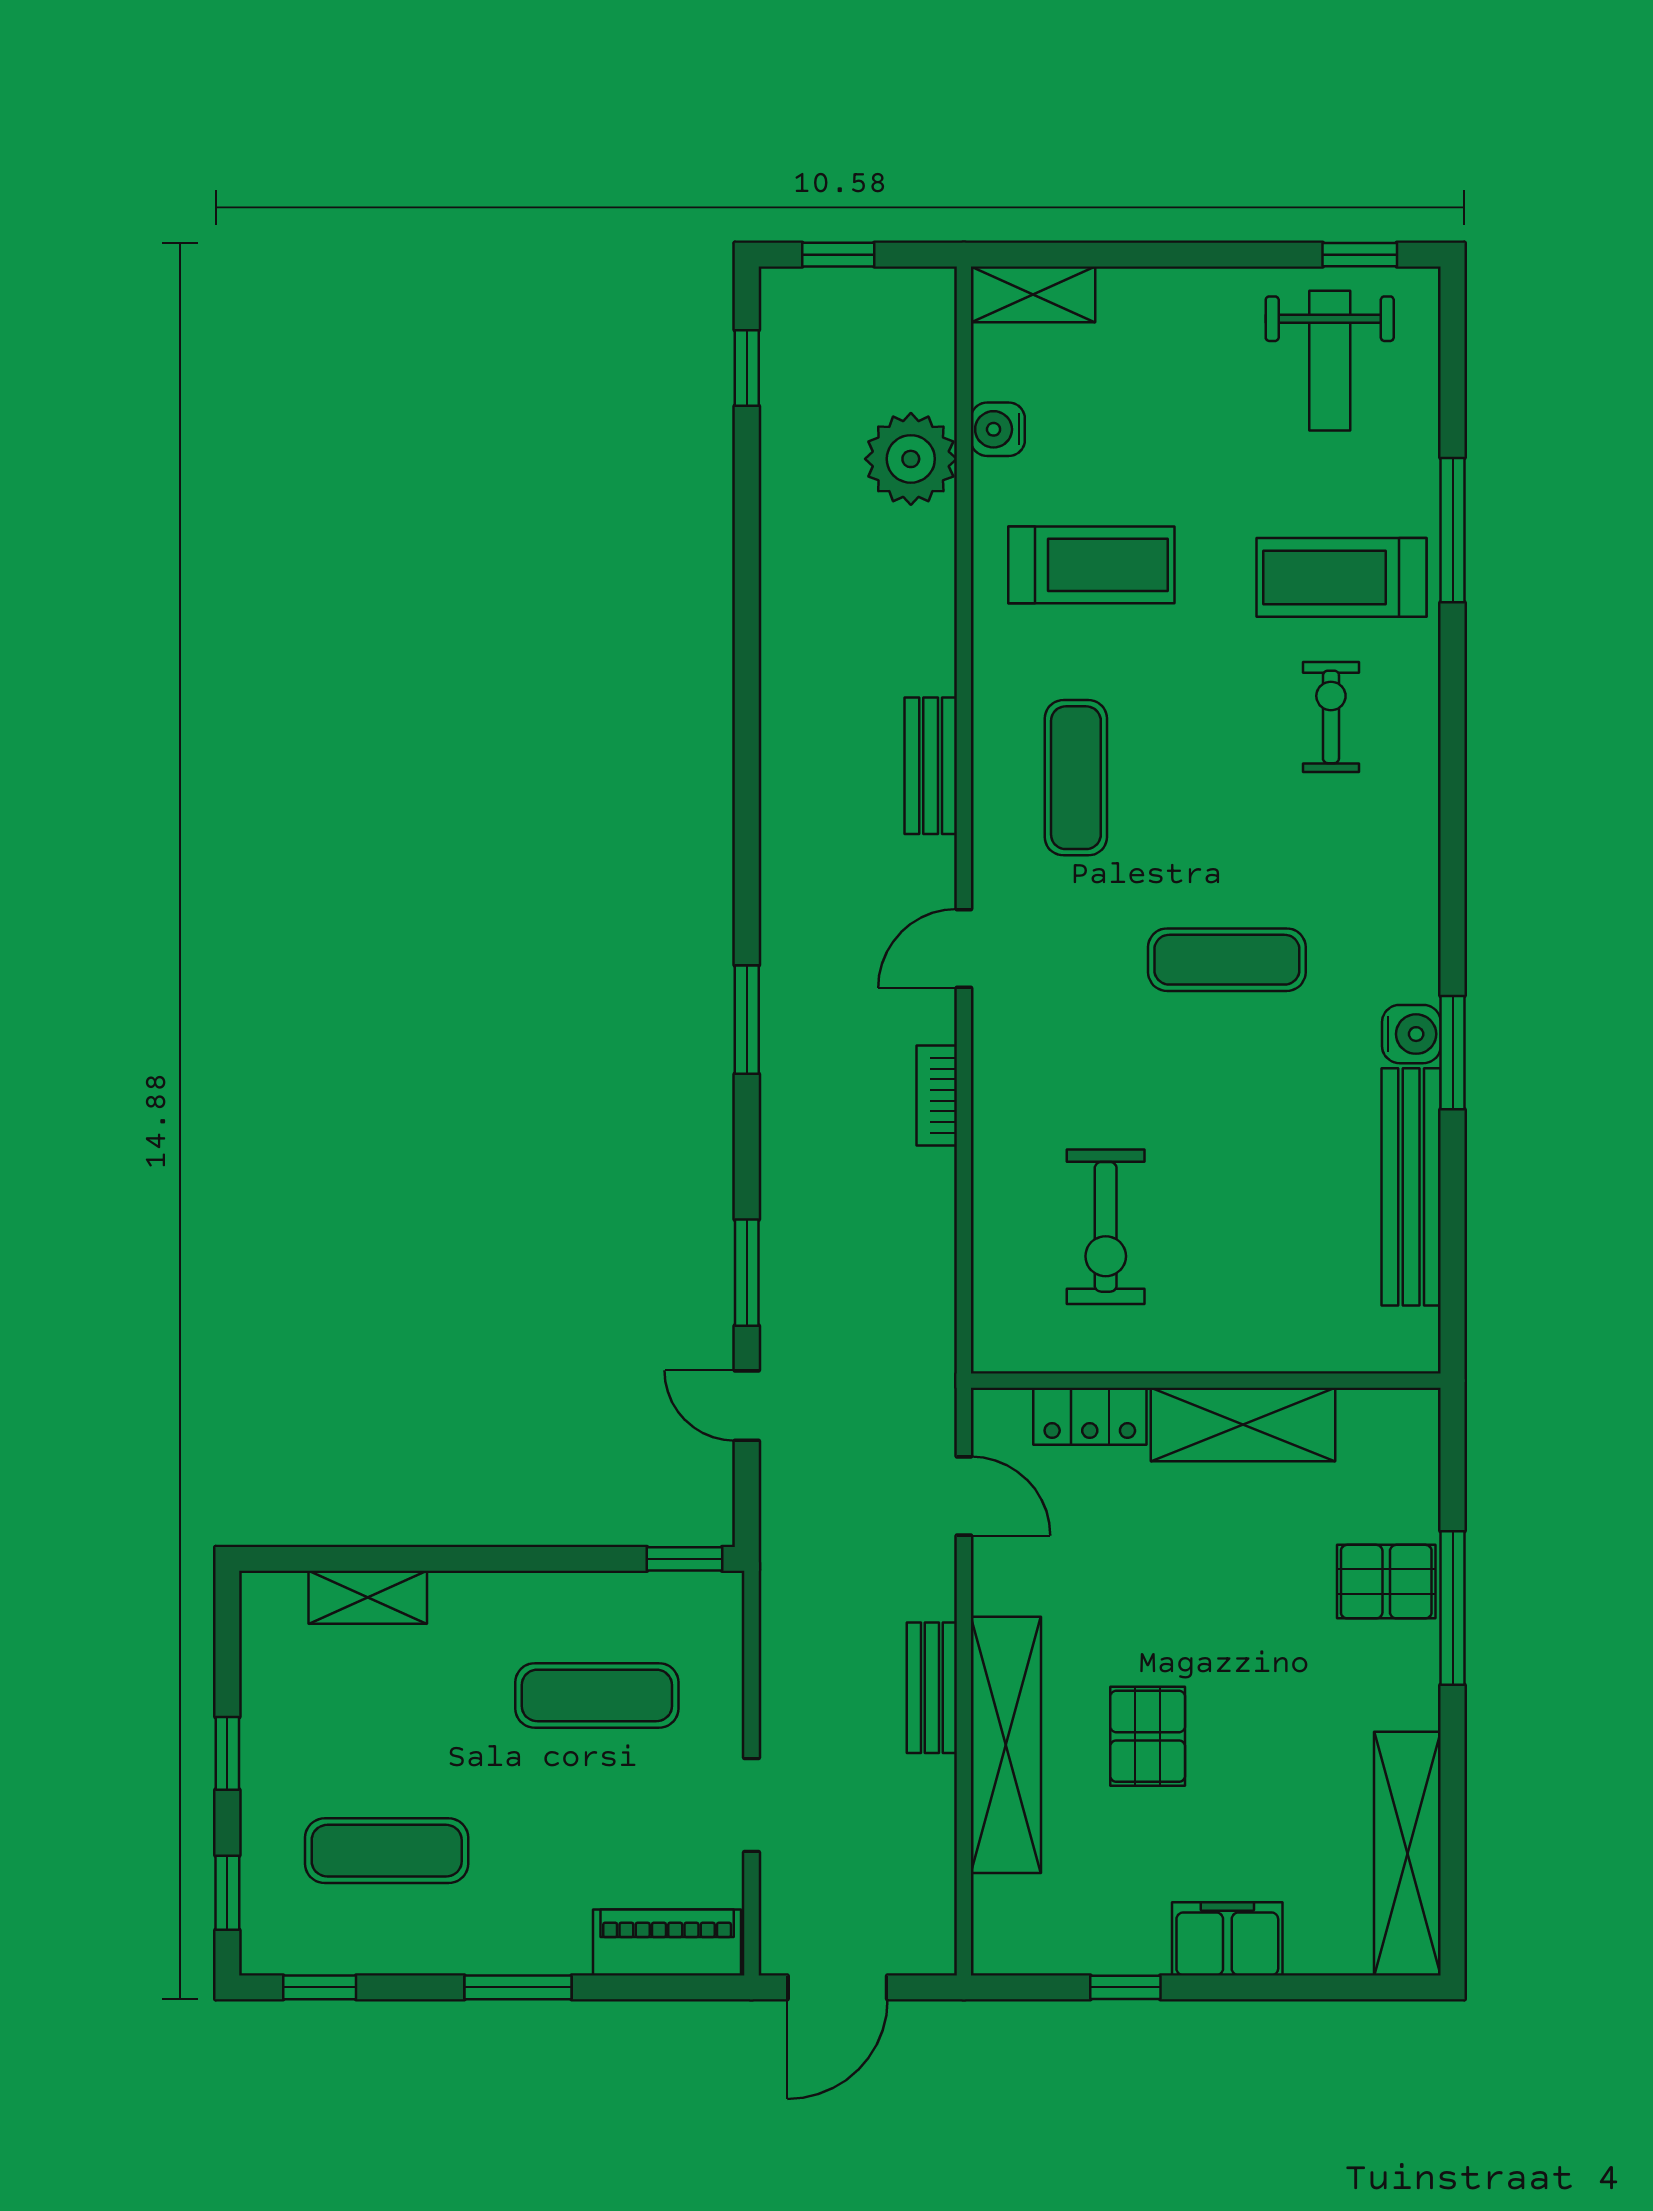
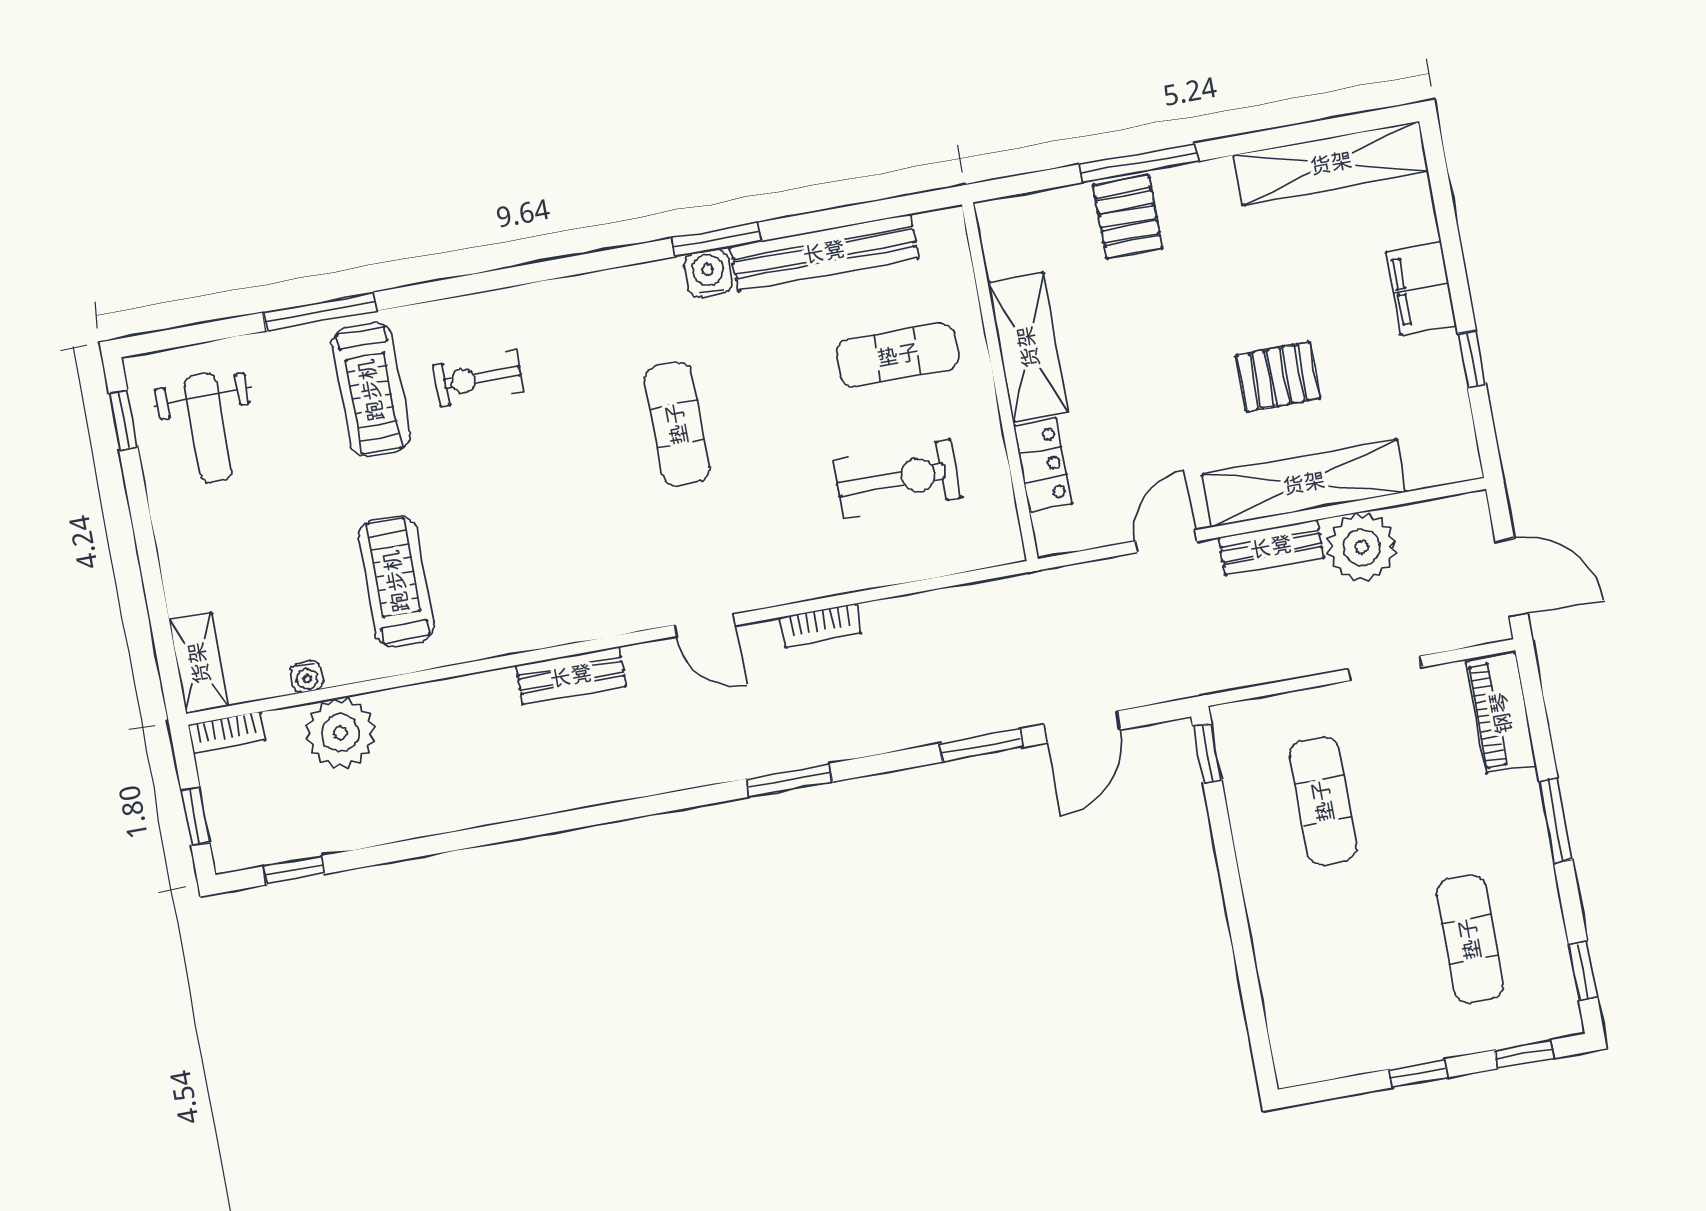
bookcase: (938, 314) -> (227, 733), added
weight bench: (1330, 361) -> (208, 428), turned 90
water cooler: (998, 429) -> (307, 677), width x0.72, depth x0.72
exercise mat: (1076, 778) -> (898, 355), moved
door: (747, 1406) -> (1082, 727), width x1.38
door: (964, 1496) -> (1166, 541), moved
shelving: (368, 1597) -> (1280, 988), removed
plant: (911, 1803) -> (1362, 547), added

